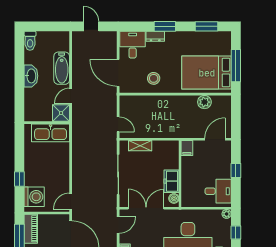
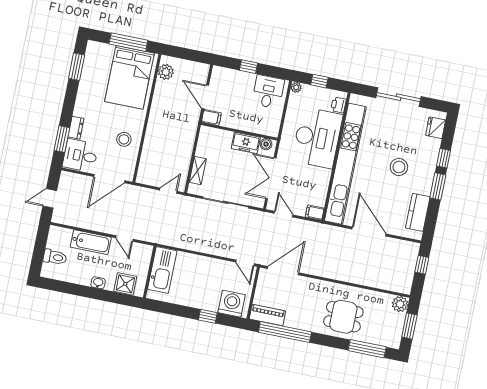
window: (165, 26) -> (62, 139), moved
toilet: (30, 41) -> (55, 257), moved
washbasin: (31, 76) -> (98, 283), width x0.52, depth x0.69
plant: (204, 102) -> (166, 72), moved
shower: (61, 113) -> (125, 284), moved
door: (215, 139) -> (205, 97), moved

